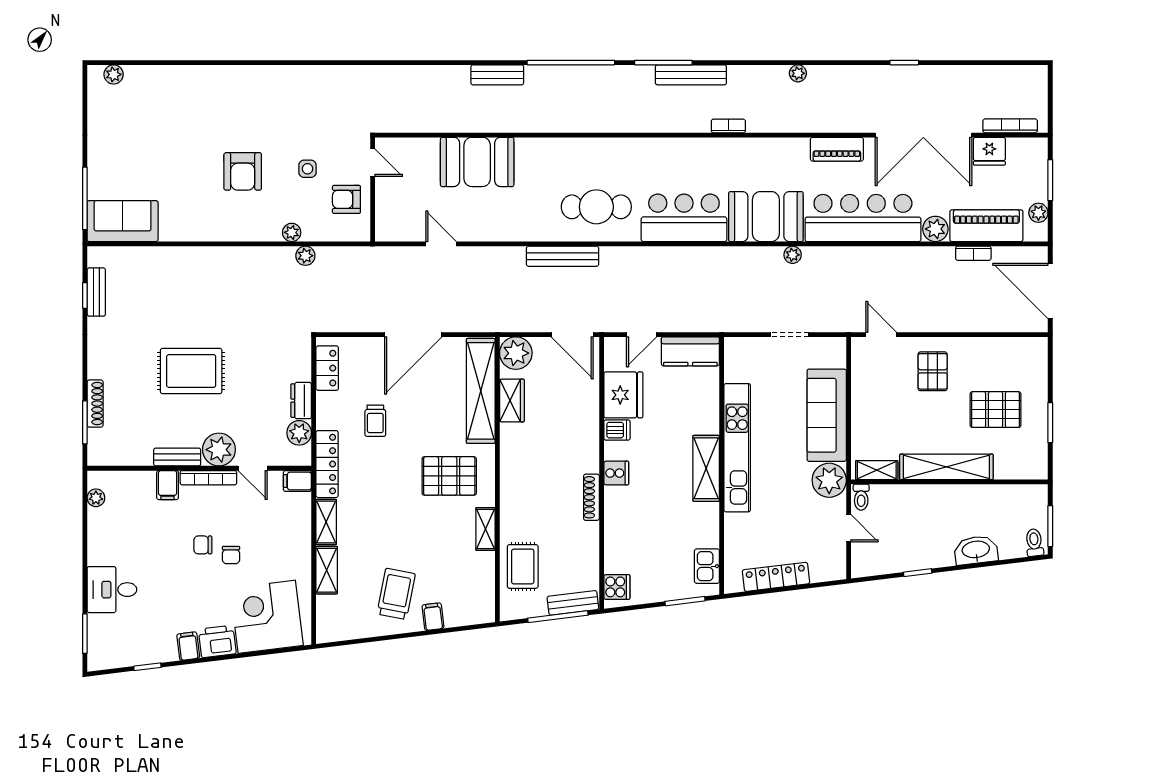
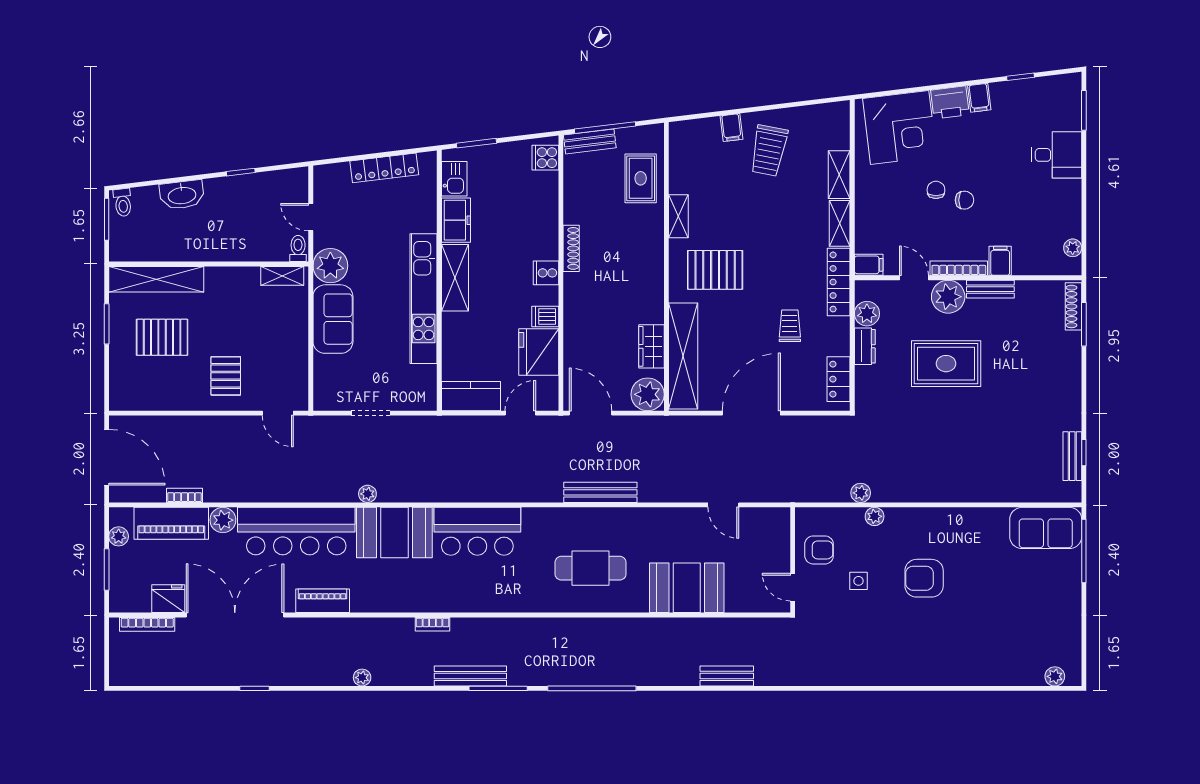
bench: (497, 75) -> (727, 676), moved
armchair: (243, 171) -> (924, 578), turned -90
cafe table: (596, 207) -> (591, 568), moved
rug: (191, 371) -> (946, 364), moved
shoe rack: (95, 404) -> (1074, 306), moved
sofa: (827, 415) -> (333, 319), width x0.73
shelving: (946, 467) -> (156, 279), moved
freezer: (705, 525) -> (456, 220), added

